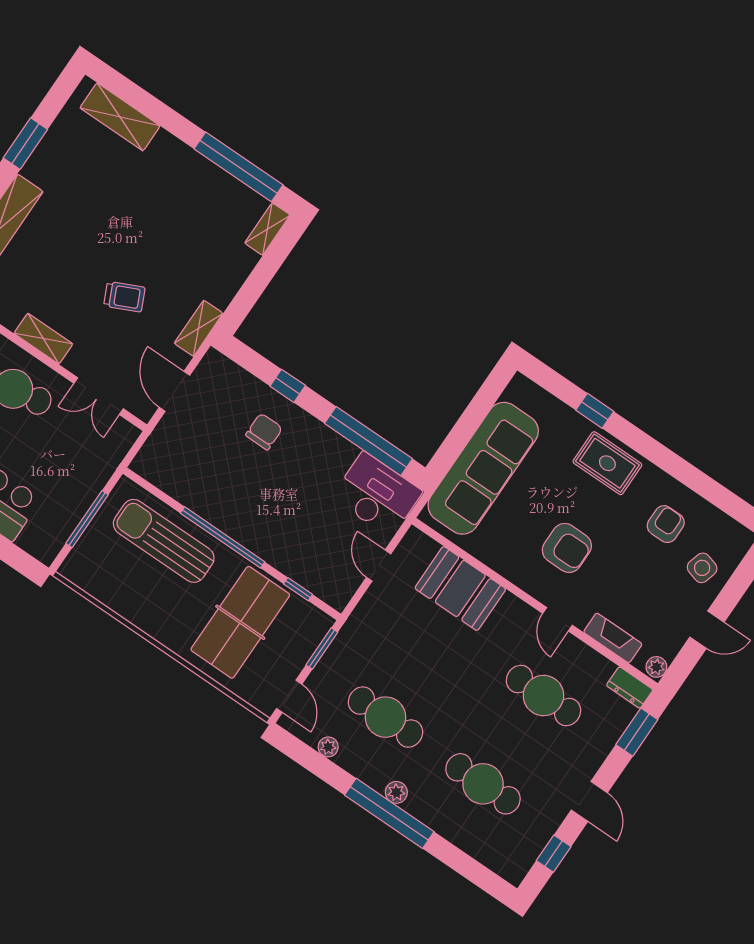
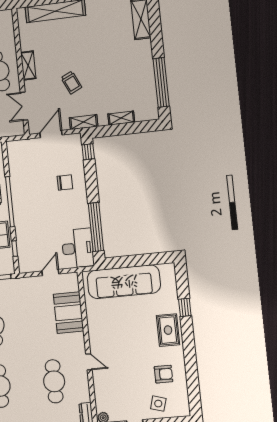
shelving: (267, 229) -> (121, 118), moved
window: (288, 386) -> (88, 152), moved
armchair: (567, 548) -> (120, 342), removed
door: (557, 619) -> (89, 362), swing flipped
fireplace: (613, 638) -> (100, 390), removed

